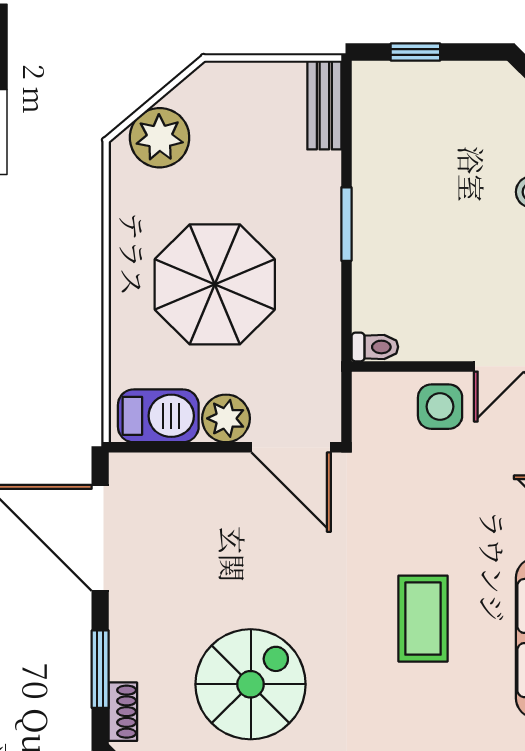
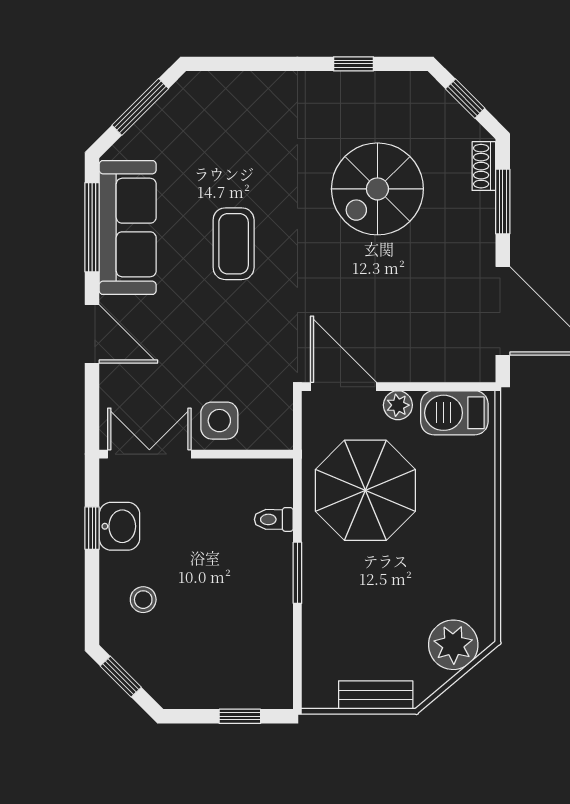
bench: (324, 105) -> (376, 695), moved, turned 90
parasol: (215, 284) -> (365, 490), moved
toilet: (375, 347) -> (274, 519), moved
plant: (226, 418) -> (398, 405), width x0.73, depth x0.73

